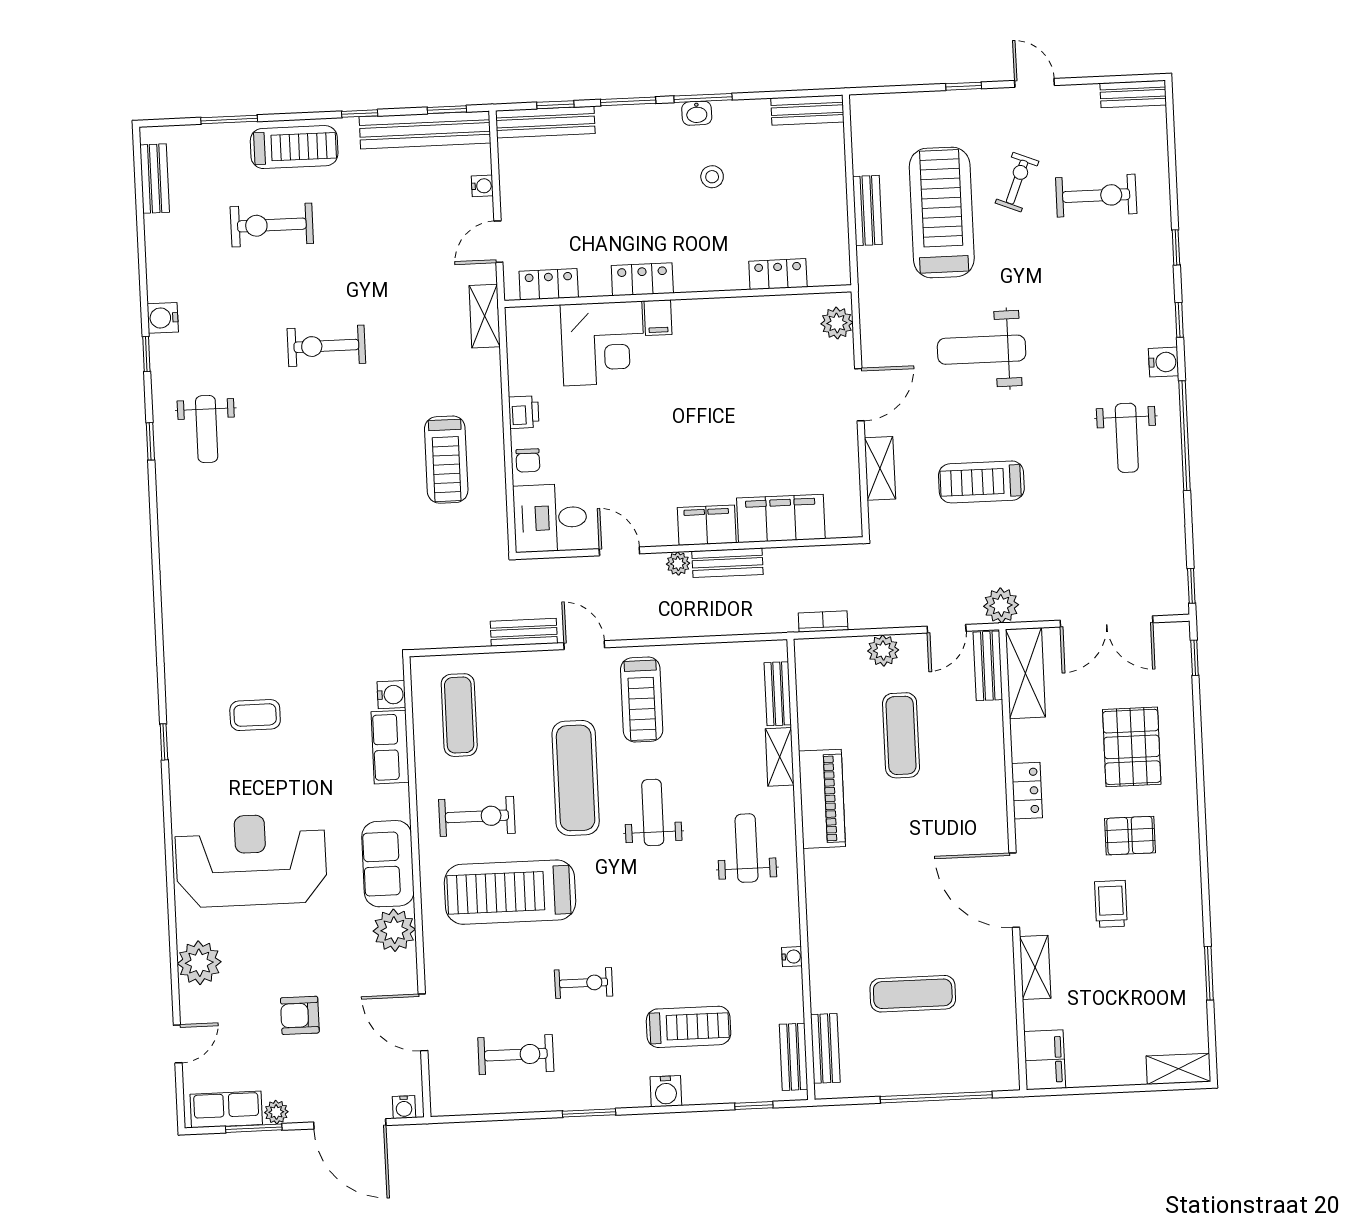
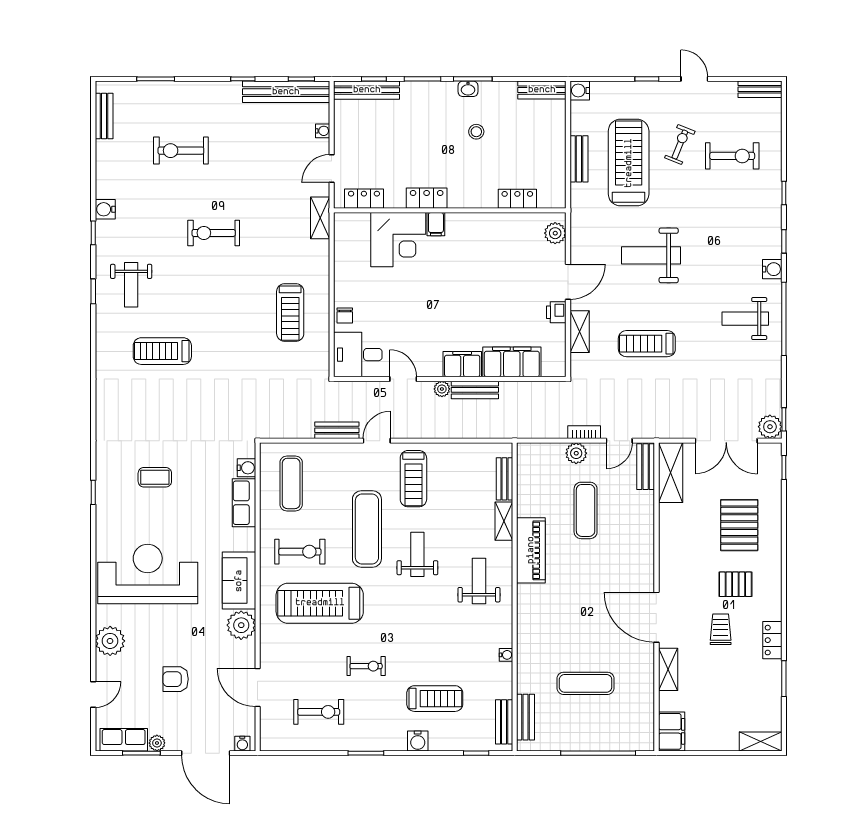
water cooler: (864, 108) -> (580, 90), added
treadmill: (294, 147) -> (162, 351), moved, turned 180
printer: (524, 412) -> (556, 312), moved, turned 180
weight bench: (1127, 438) -> (745, 319), turned 90
plant: (1001, 605) -> (770, 427), moved
bookcase: (823, 622) -> (584, 432), moved
door: (584, 645) -> (377, 441), hinge flipped
locker: (1027, 791) -> (772, 640), moved, turned 180

